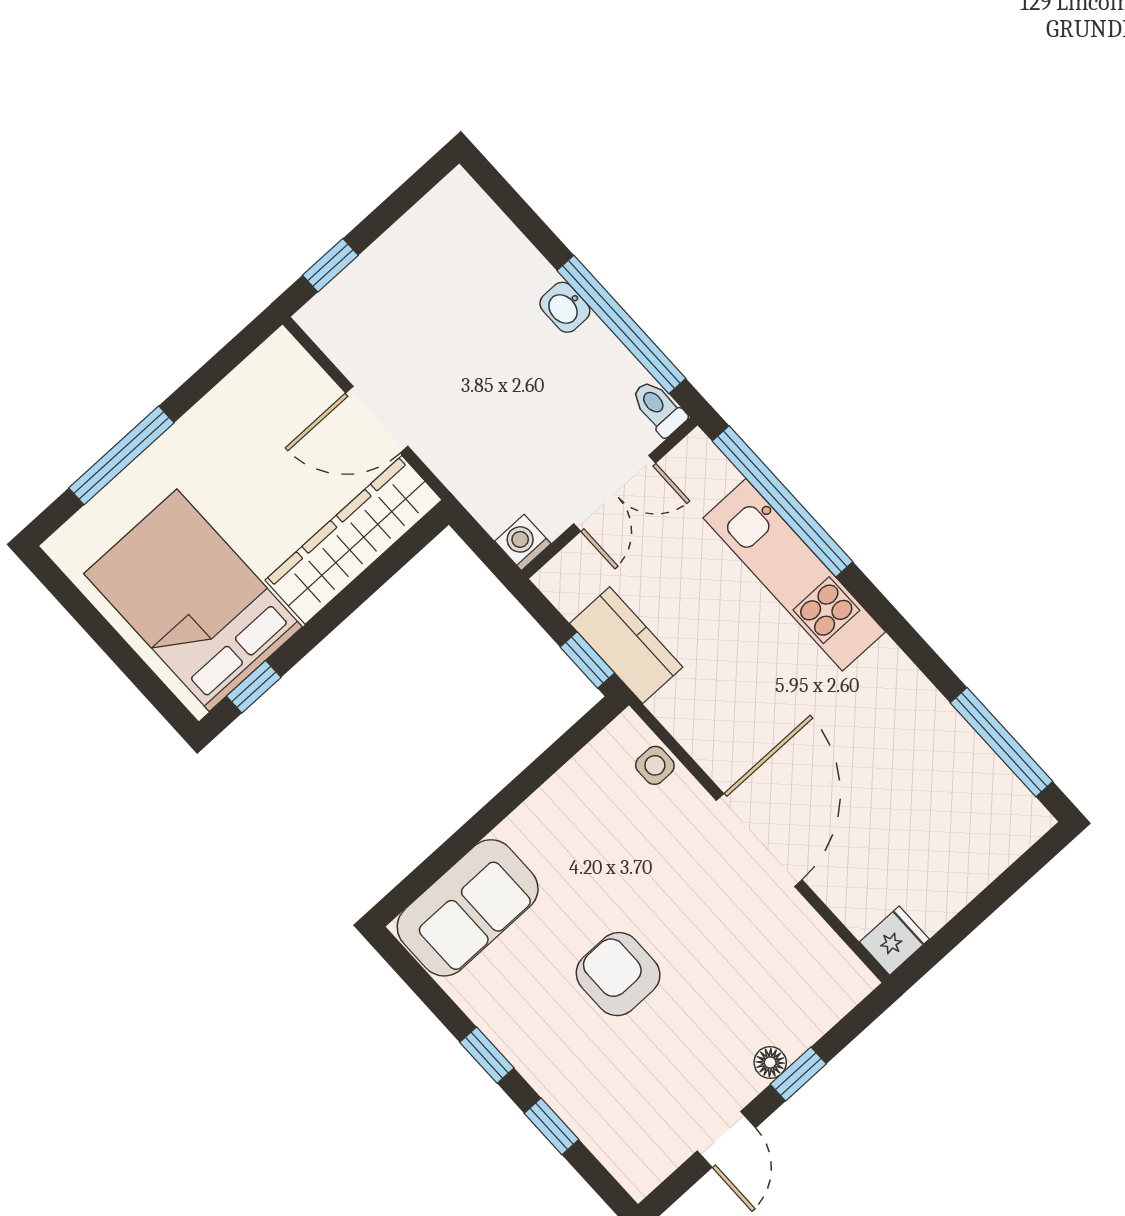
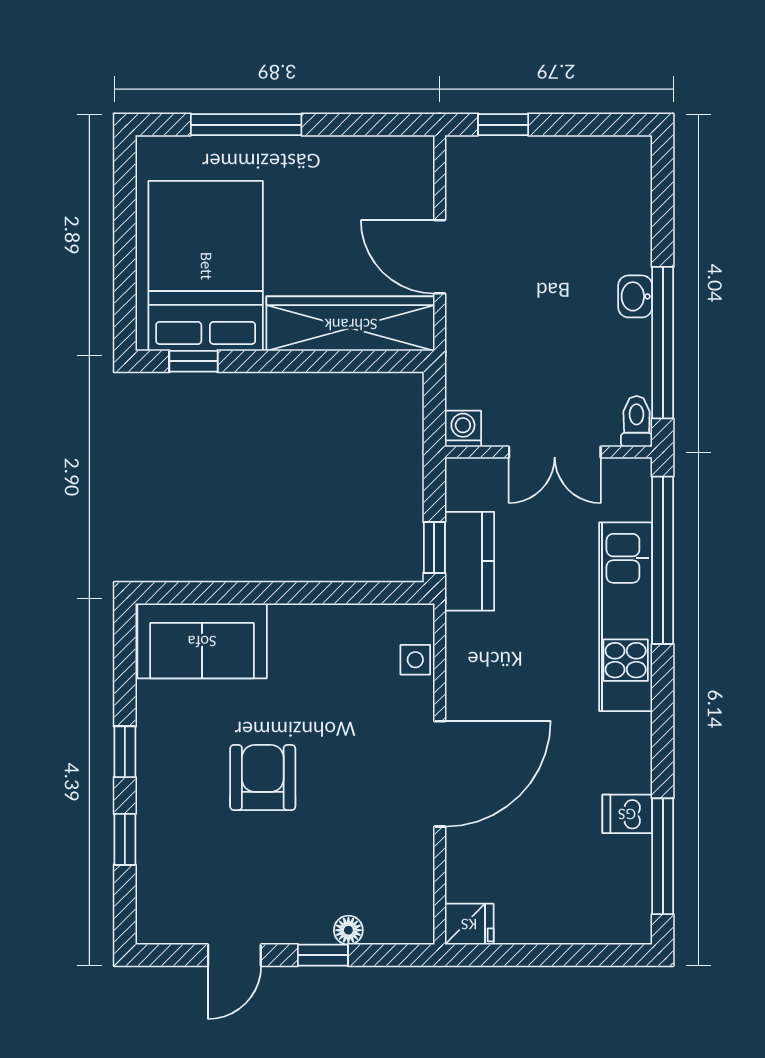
dishwasher: (941, 734) -> (627, 814), added
floor lamp: (770, 1063) -> (348, 930), moved

